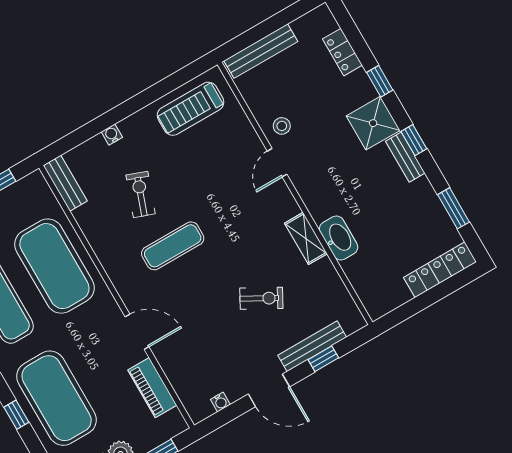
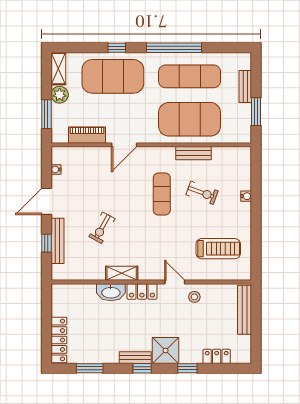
treadmill: (191, 109) -> (218, 249), moved, turned 90
bench: (65, 183) -> (194, 153), moved
locker: (314, 198) -> (142, 291), added

